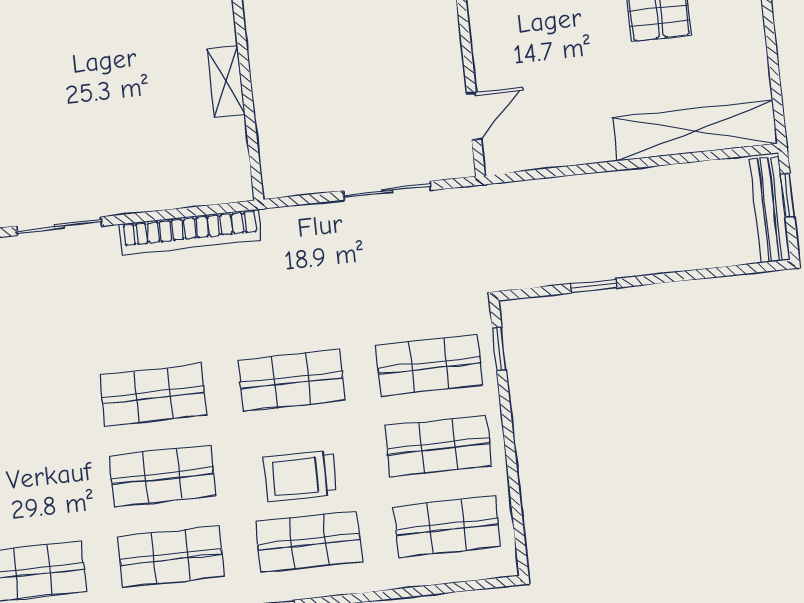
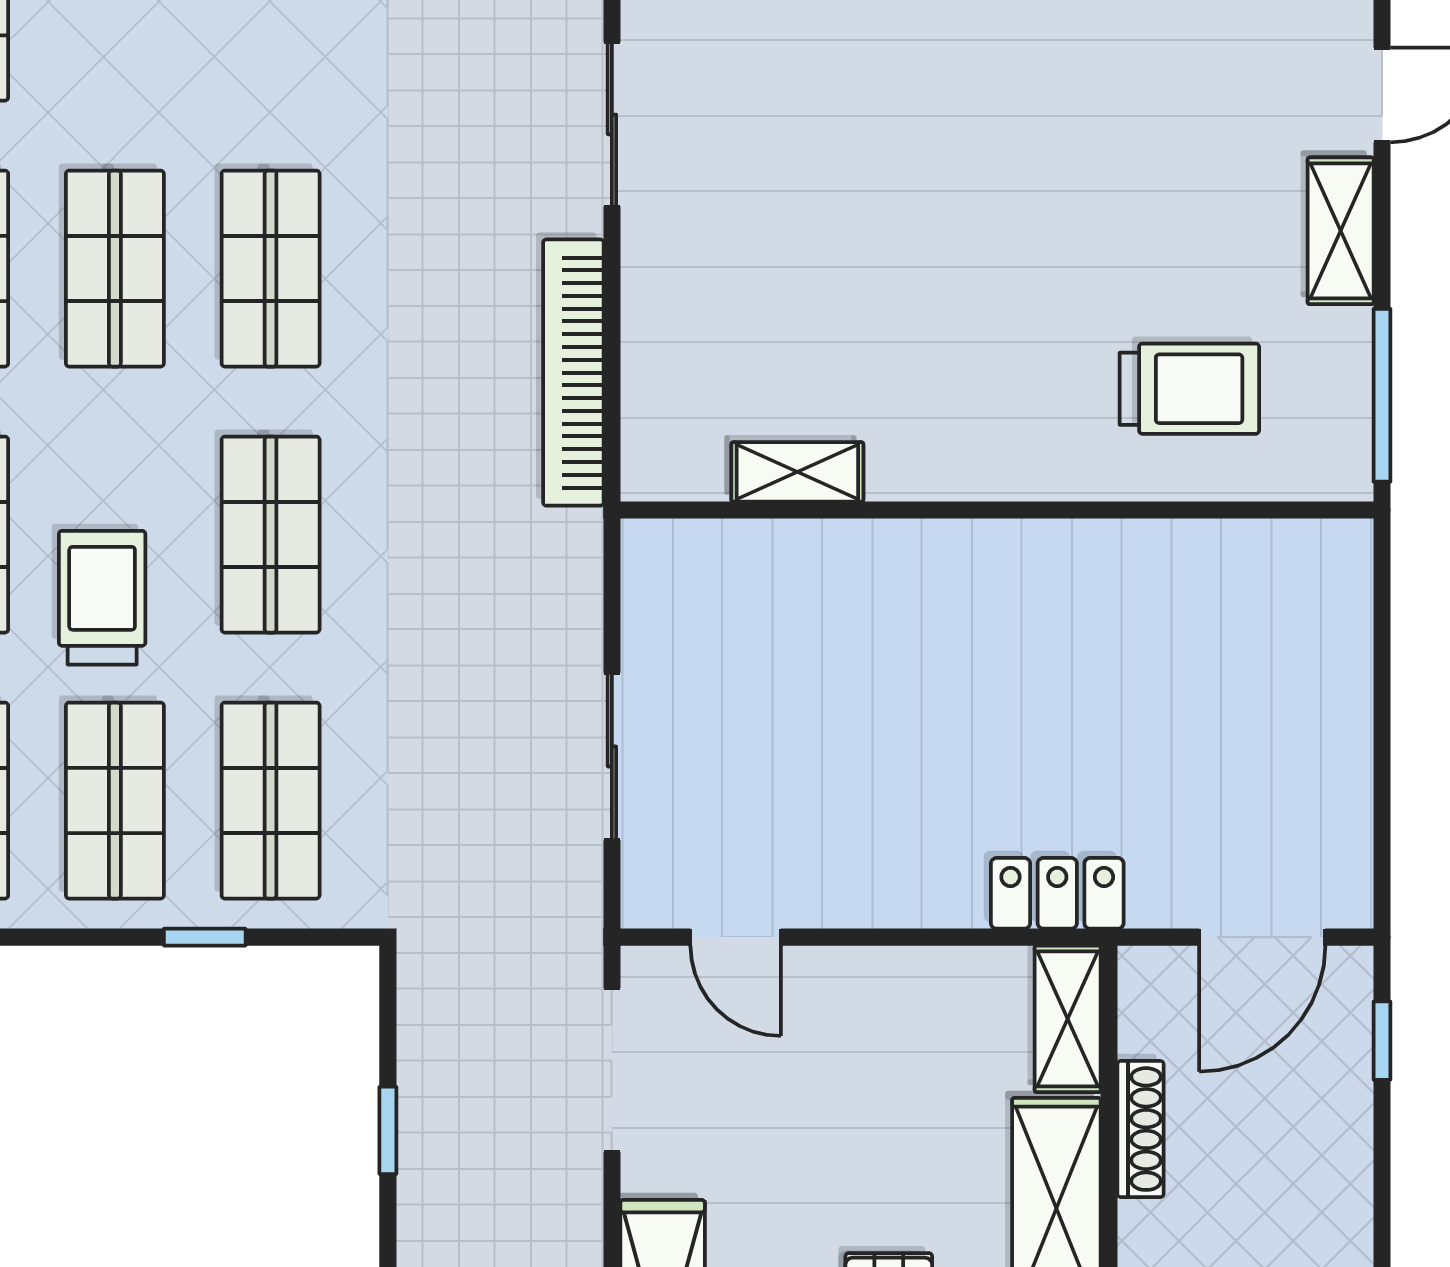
shelving: (226, 81) -> (797, 472), moved
doorway: (550, 173) -> (612, 1070), added
window: (499, 349) -> (205, 937), moved
trolley: (300, 476) -> (102, 598), moved

